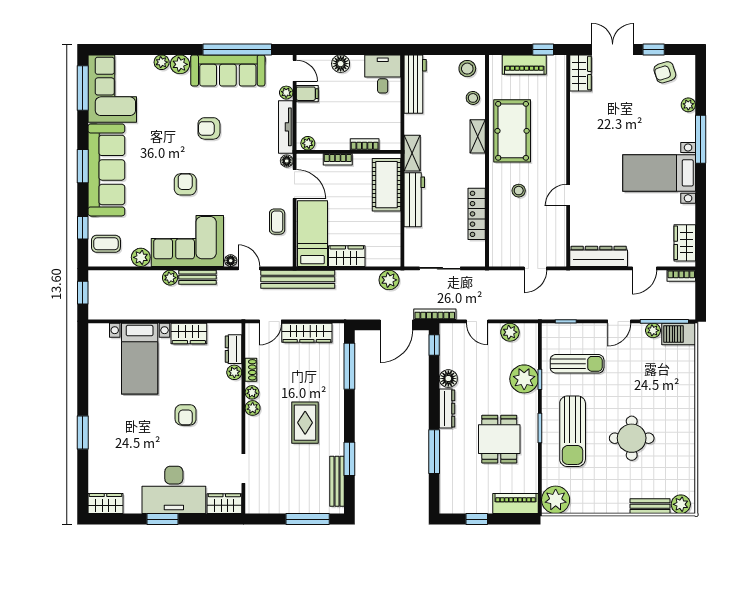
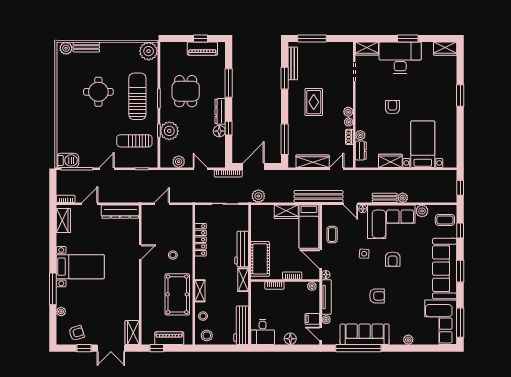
plant: (180, 64) -> (396, 338), removed
side table: (228, 193) -> (364, 254), added
plant: (653, 330) -> (84, 163), removed
window: (434, 345) -> (229, 128), moved
piano: (516, 504) -> (202, 49), moved

